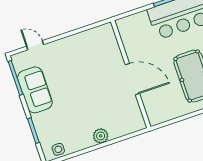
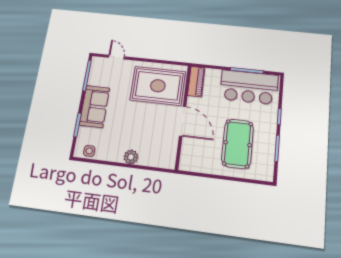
piano: (127, 34) -> (196, 82), added
rug: (91, 55) -> (158, 86), added
sofa: (35, 90) -> (94, 106), moved

